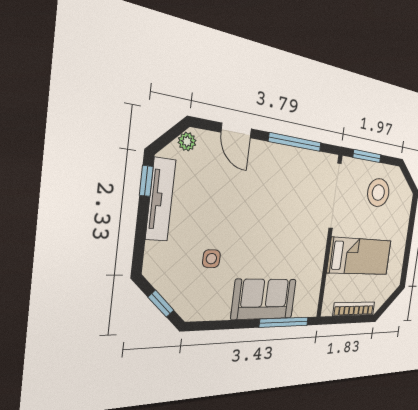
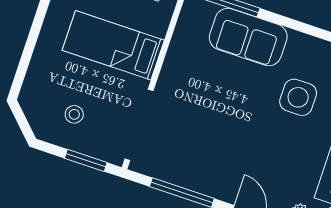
stool: (378, 193) -> (74, 114), width x0.53, depth x0.53
side table: (211, 259) -> (298, 97), width x1.87, depth x1.87

